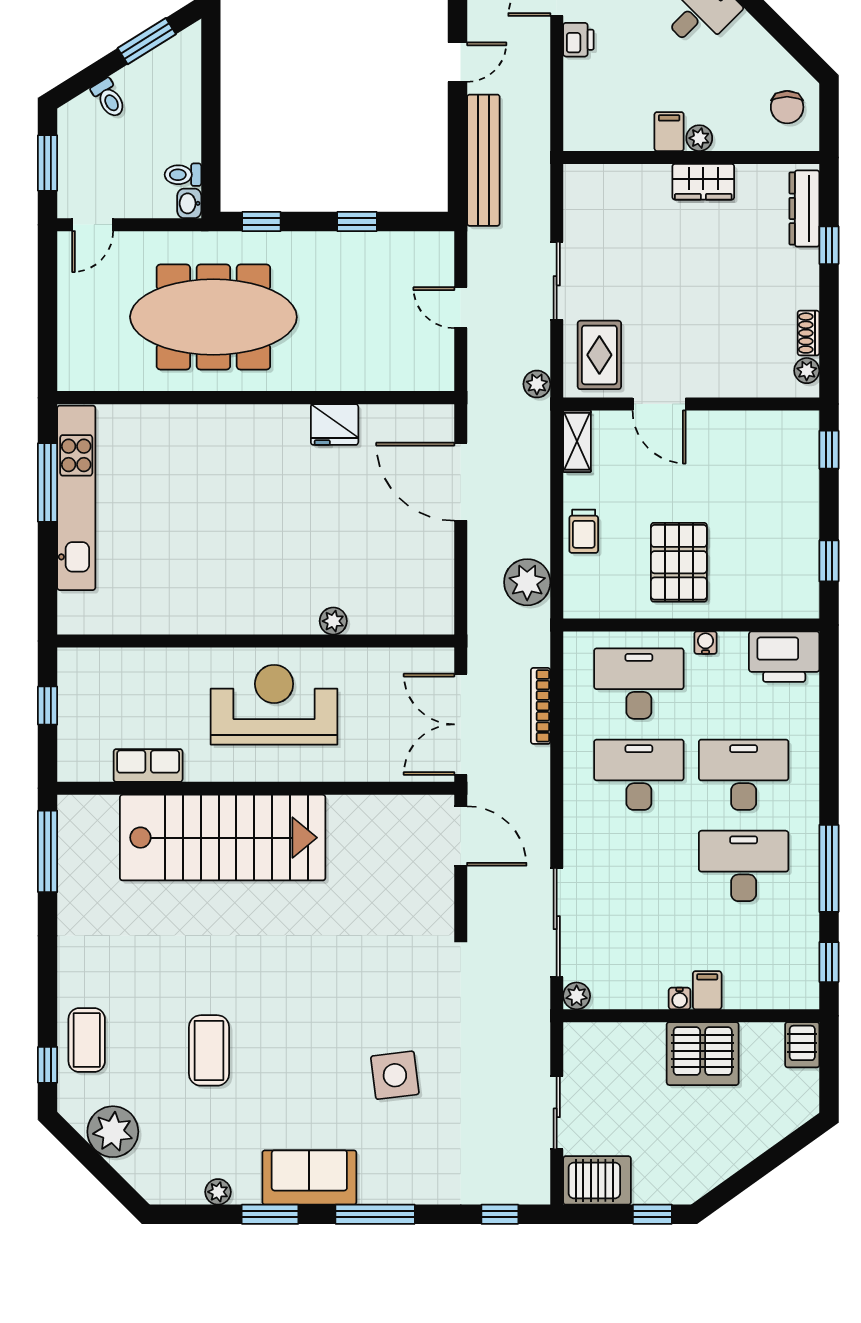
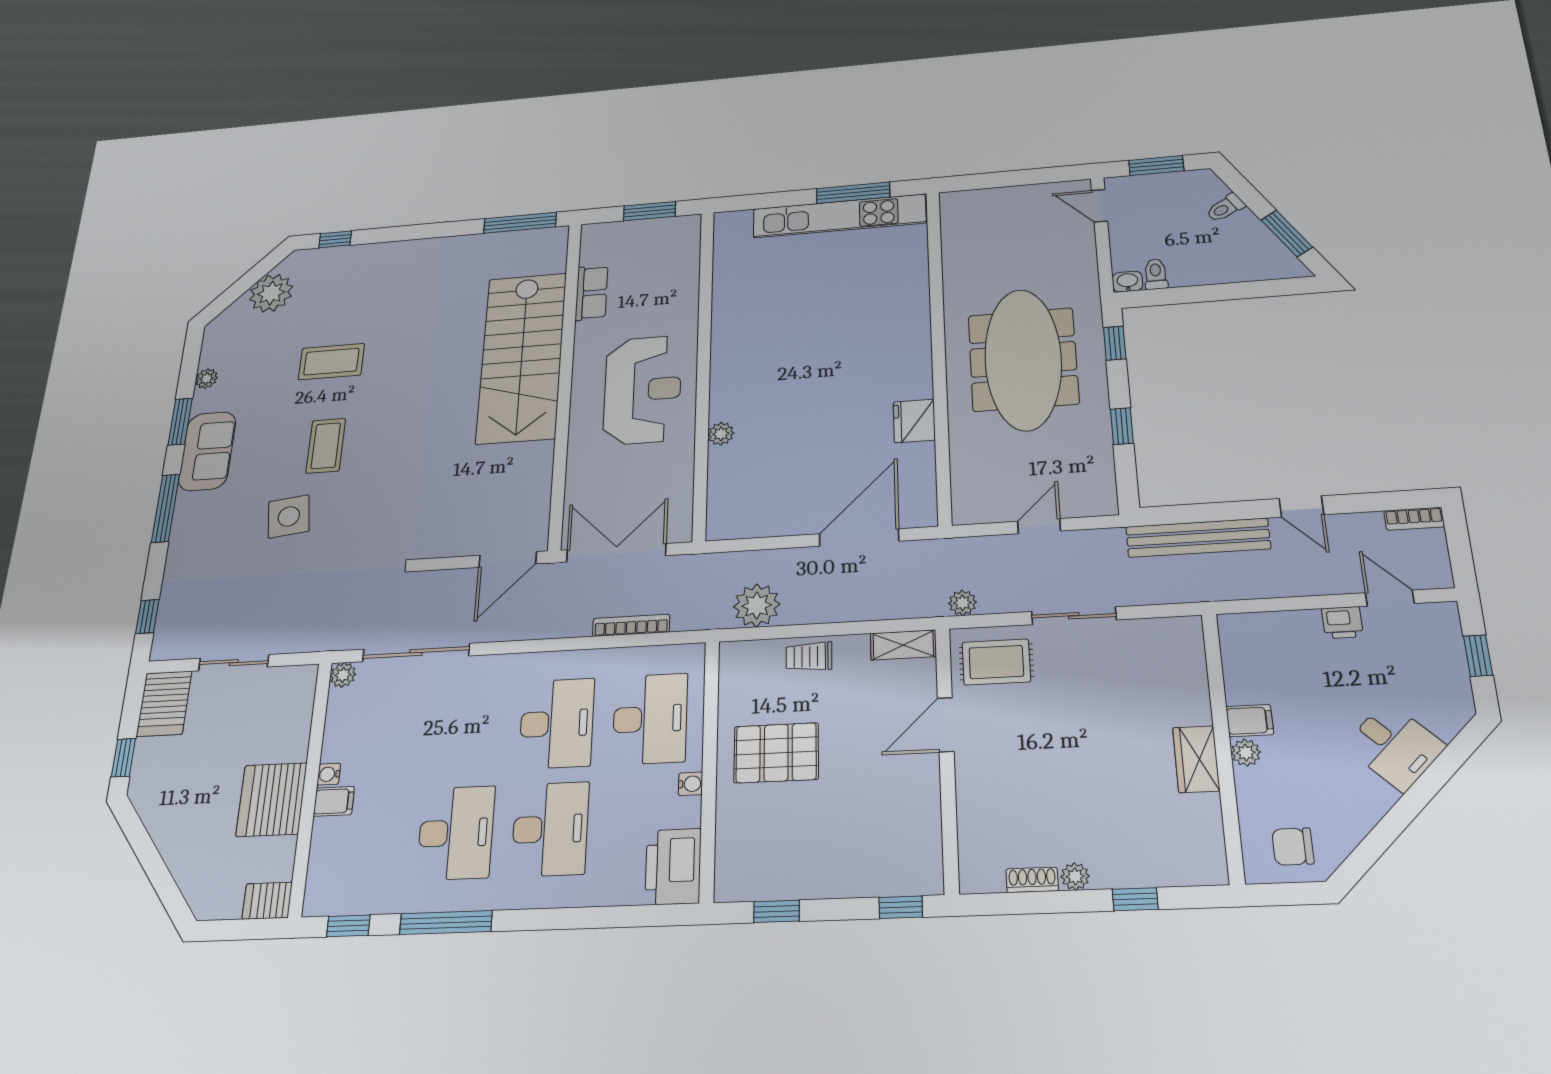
dresser: (804, 208) -> (1176, 870), removed
meeting table: (213, 317) -> (1023, 359), moved
plant: (807, 371) -> (1075, 876), moved
window: (48, 706) -> (650, 211), width x1.50
coffee table: (87, 1040) -> (326, 446), moved, turned 90

